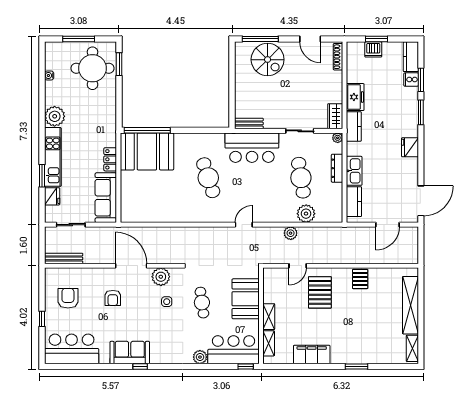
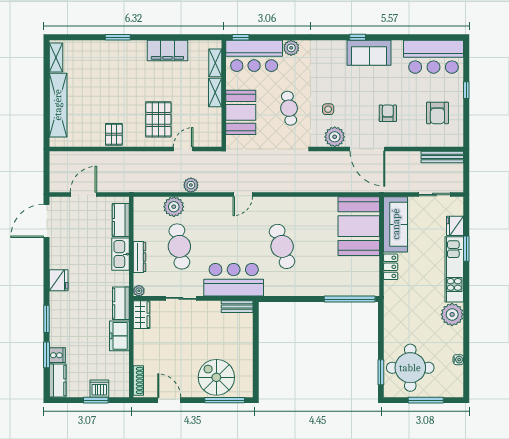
booth: (147, 151) -> (359, 226), moved, turned 90

